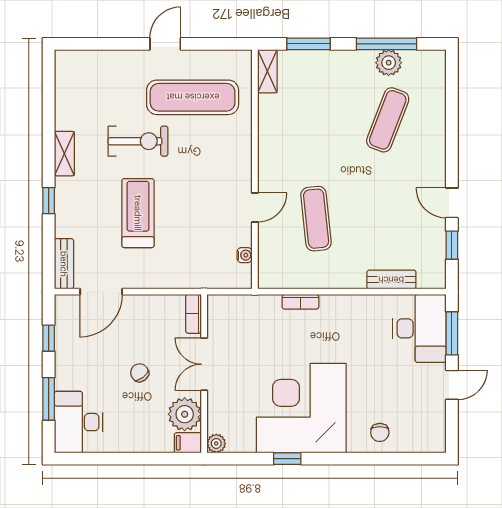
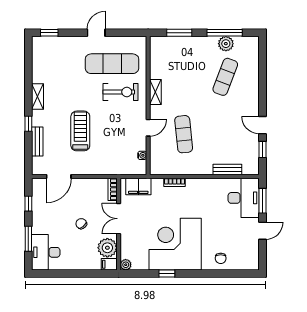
window: (84, 44) -> (49, 33), added
shelving: (267, 71) -> (155, 92), moved
exercise bike: (138, 141) -> (121, 92), moved
bench: (64, 264) -> (37, 142), moved
filing cabinet: (238, 309) -> (138, 187), added

